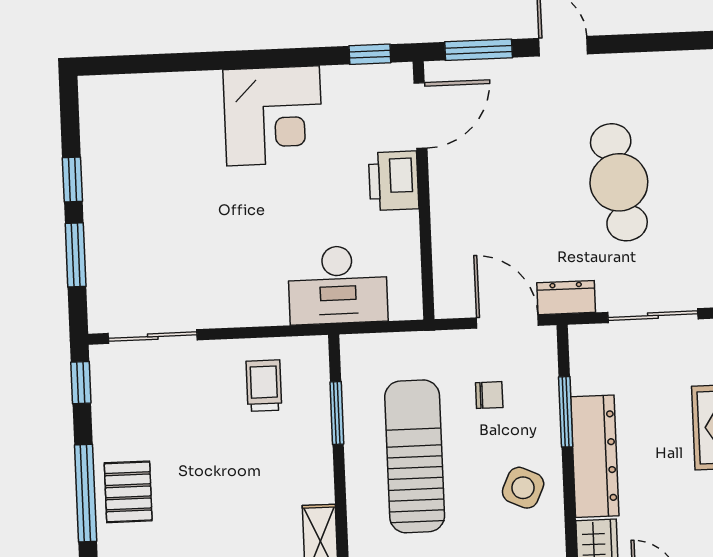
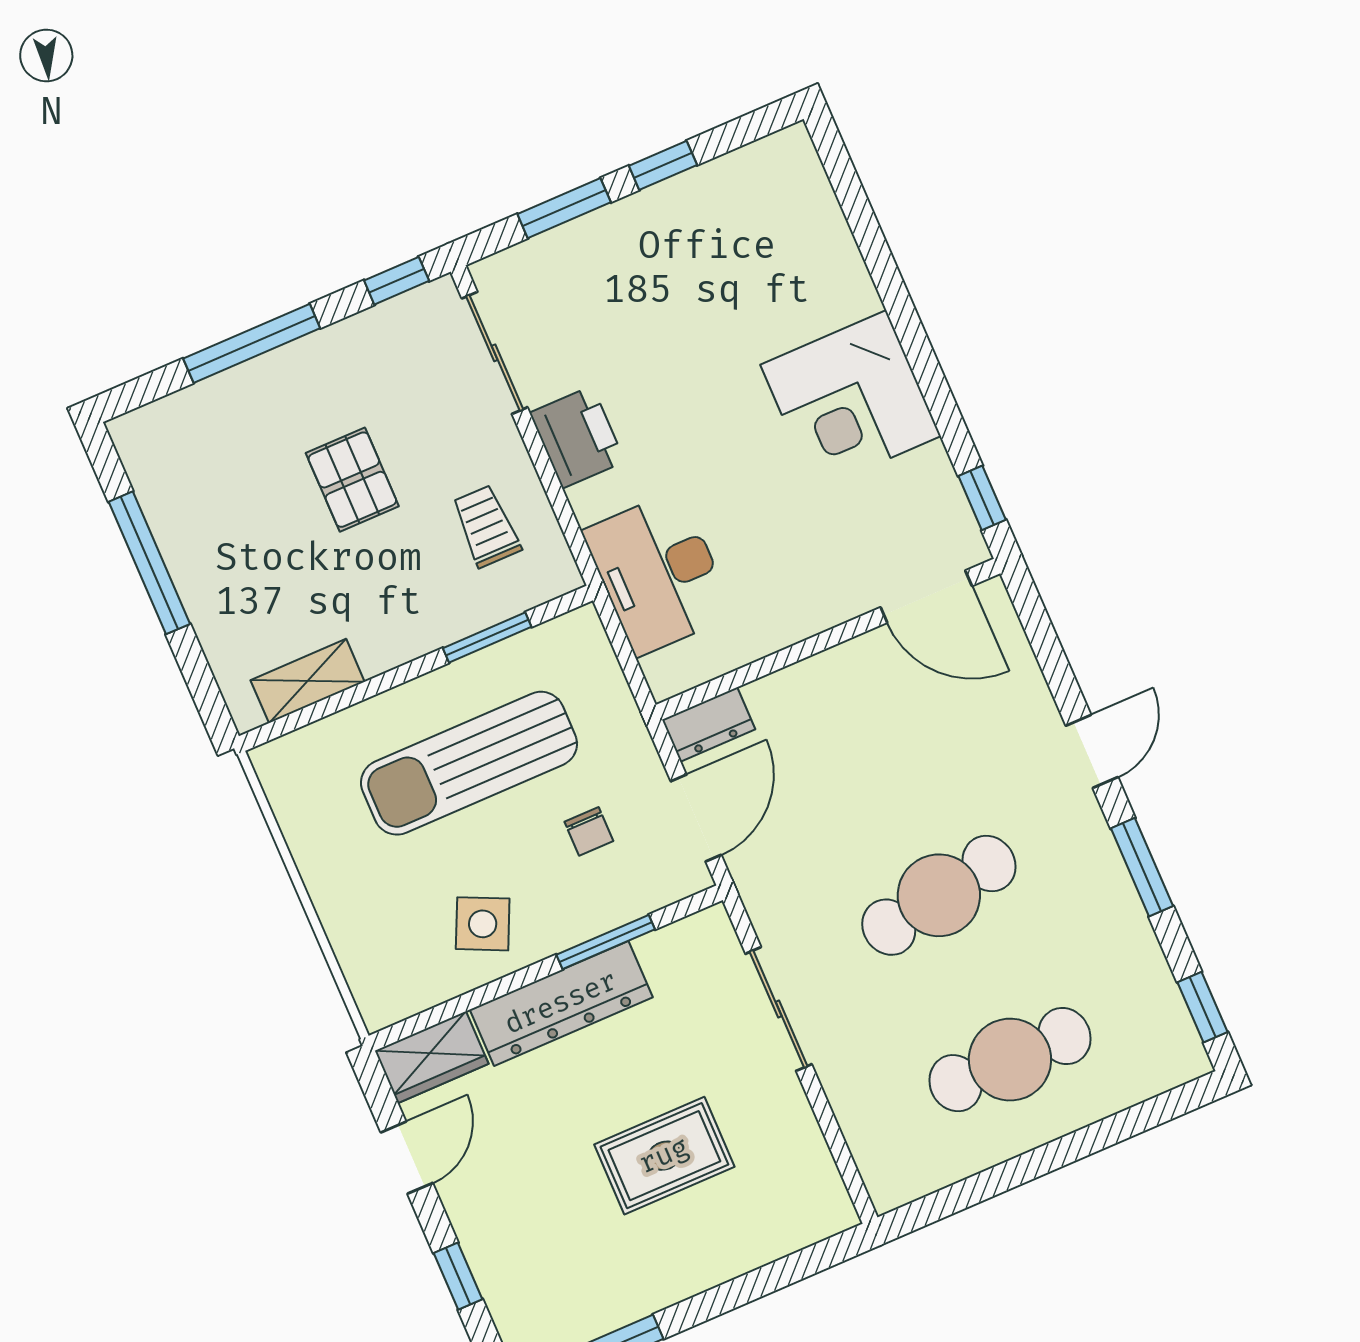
window: (479, 50) -> (1142, 867), moved
printer: (394, 181) -> (577, 437), moved, turned 90
dresser: (566, 298) -> (709, 724), moved, turned 90
trolley: (264, 386) -> (486, 526), turned -90
sun lounger: (415, 456) -> (469, 763), turned 180
pallet: (128, 492) -> (352, 480), moved, turned 90

